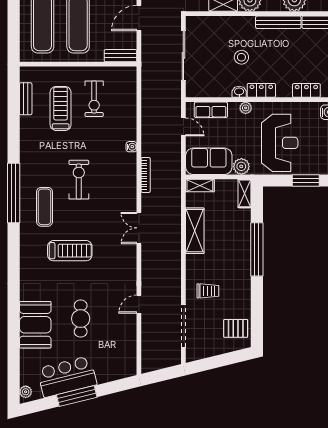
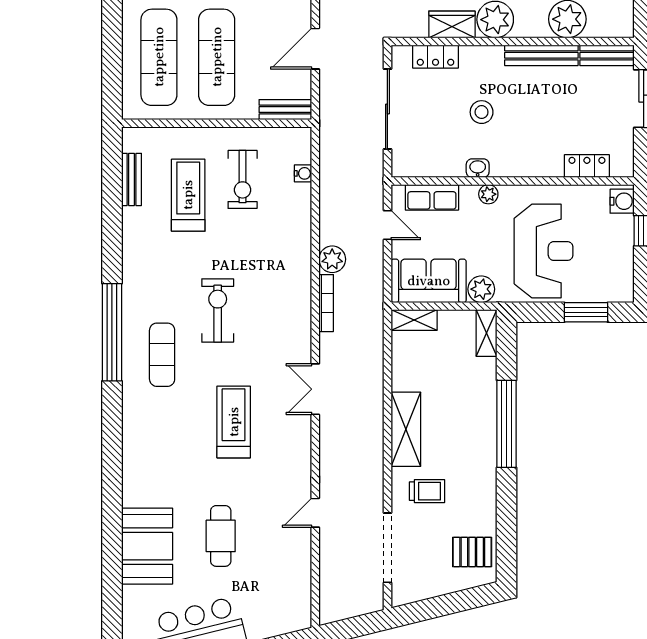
locker: (261, 90) -> (436, 57), moved, turned 180
water cooler: (131, 147) -> (303, 173), moved
plant: (149, 148) -> (332, 259), added
shelving: (195, 231) -> (406, 429), moved
treadmill: (70, 251) -> (234, 422), moved, turned -90

